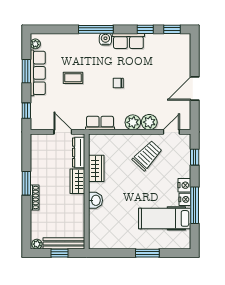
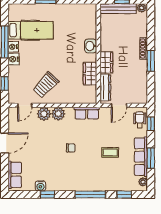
window: (172, 29) -> (124, 195), moved
water cooler: (105, 39) -> (40, 186), moved
row of seats: (128, 41) -> (15, 175), moved, turned 90
wheelchair: (39, 115) -> (140, 120), added
door: (63, 132) -> (119, 105), hinge flipped

